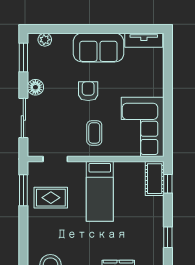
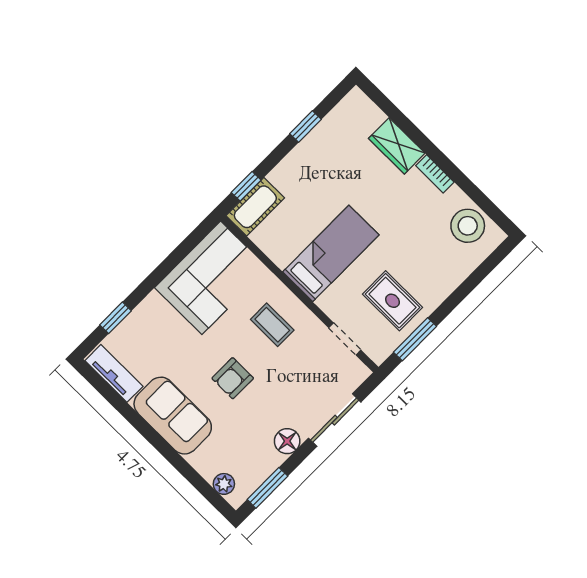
window: (168, 66) -> (115, 318), added
coffee table: (94, 133) -> (272, 325), turned 90

